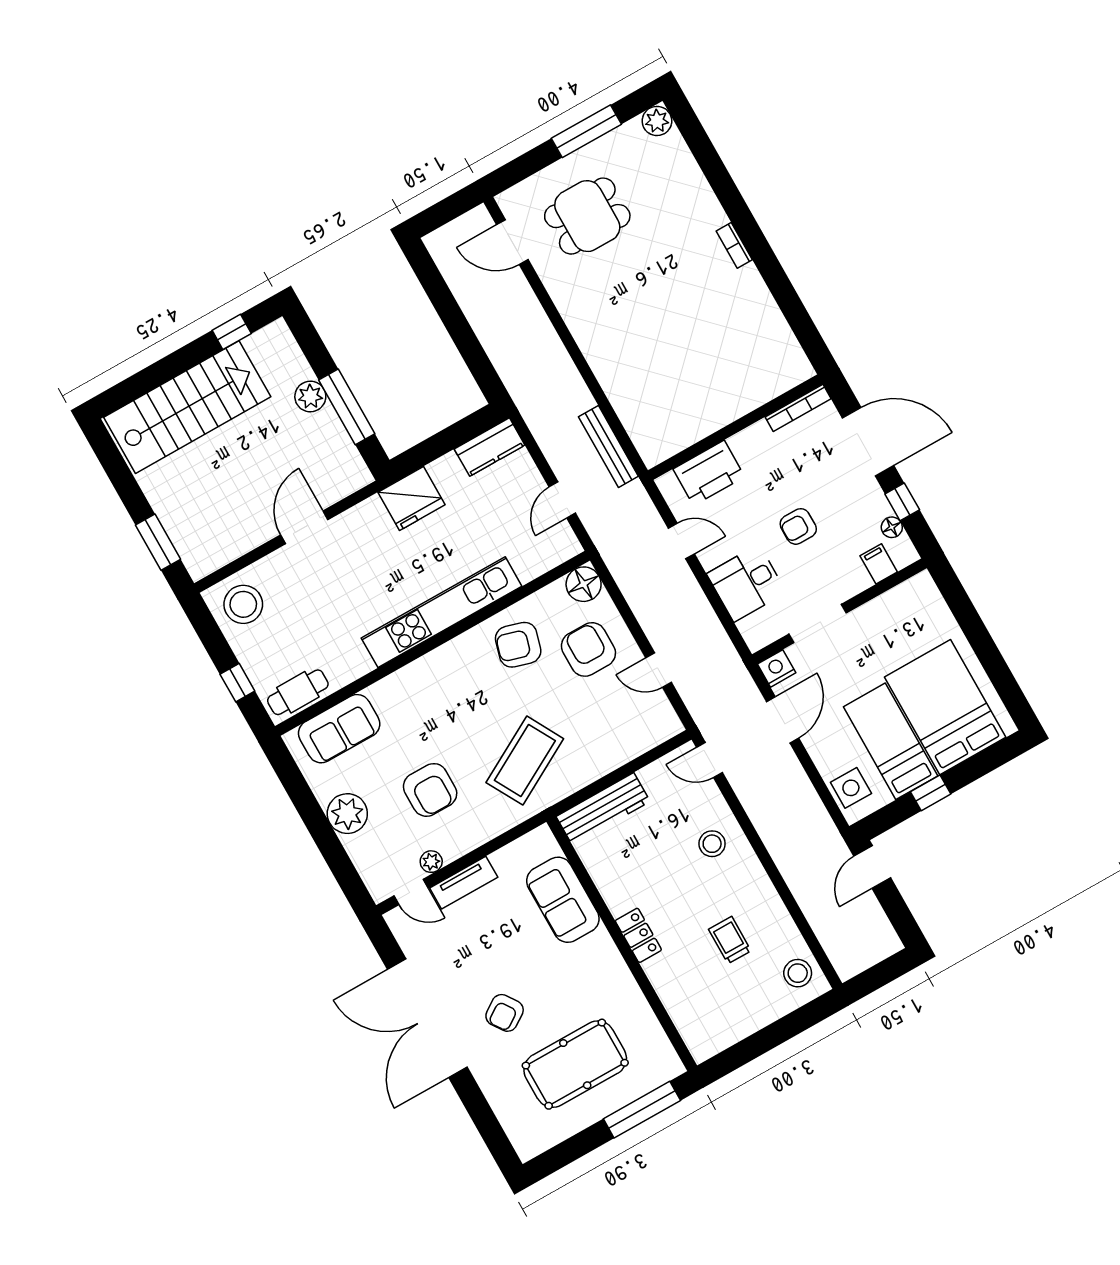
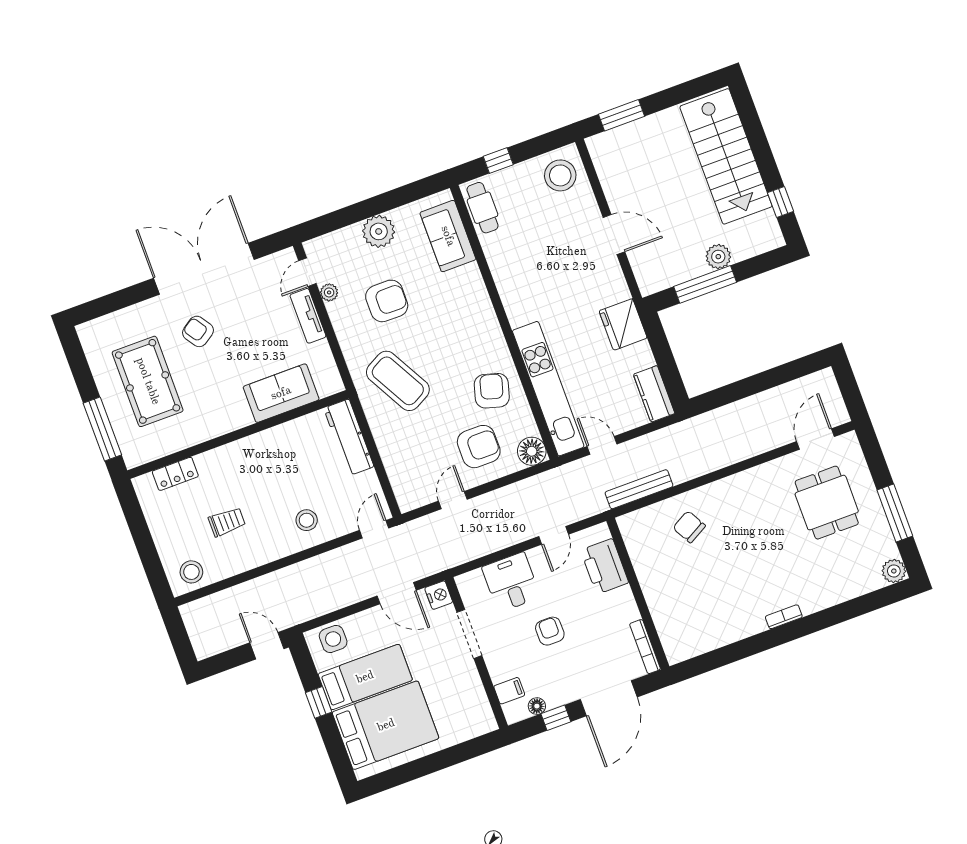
chair: (644, 378) -> (689, 527), added
kitchen unit: (442, 612) -> (548, 389), moved
armchair: (430, 790) -> (387, 301), turned 180
locker: (638, 935) -> (175, 474), moved

